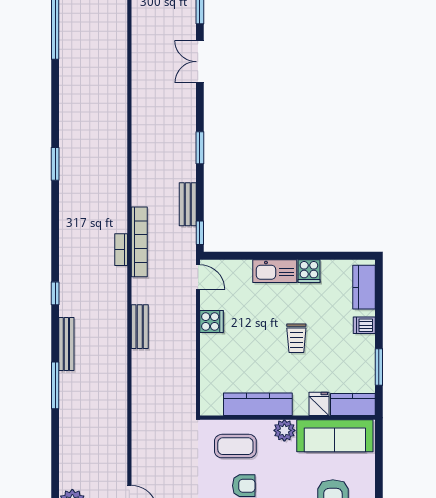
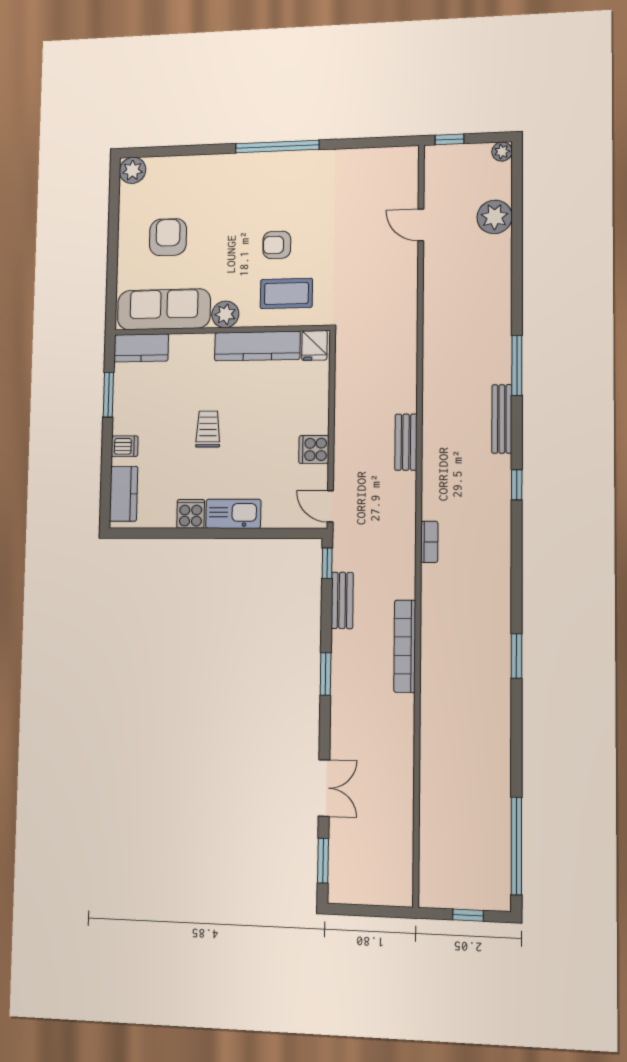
bookcase: (139, 242) -> (405, 646), moved
fridge: (319, 404) -> (314, 345), moved

